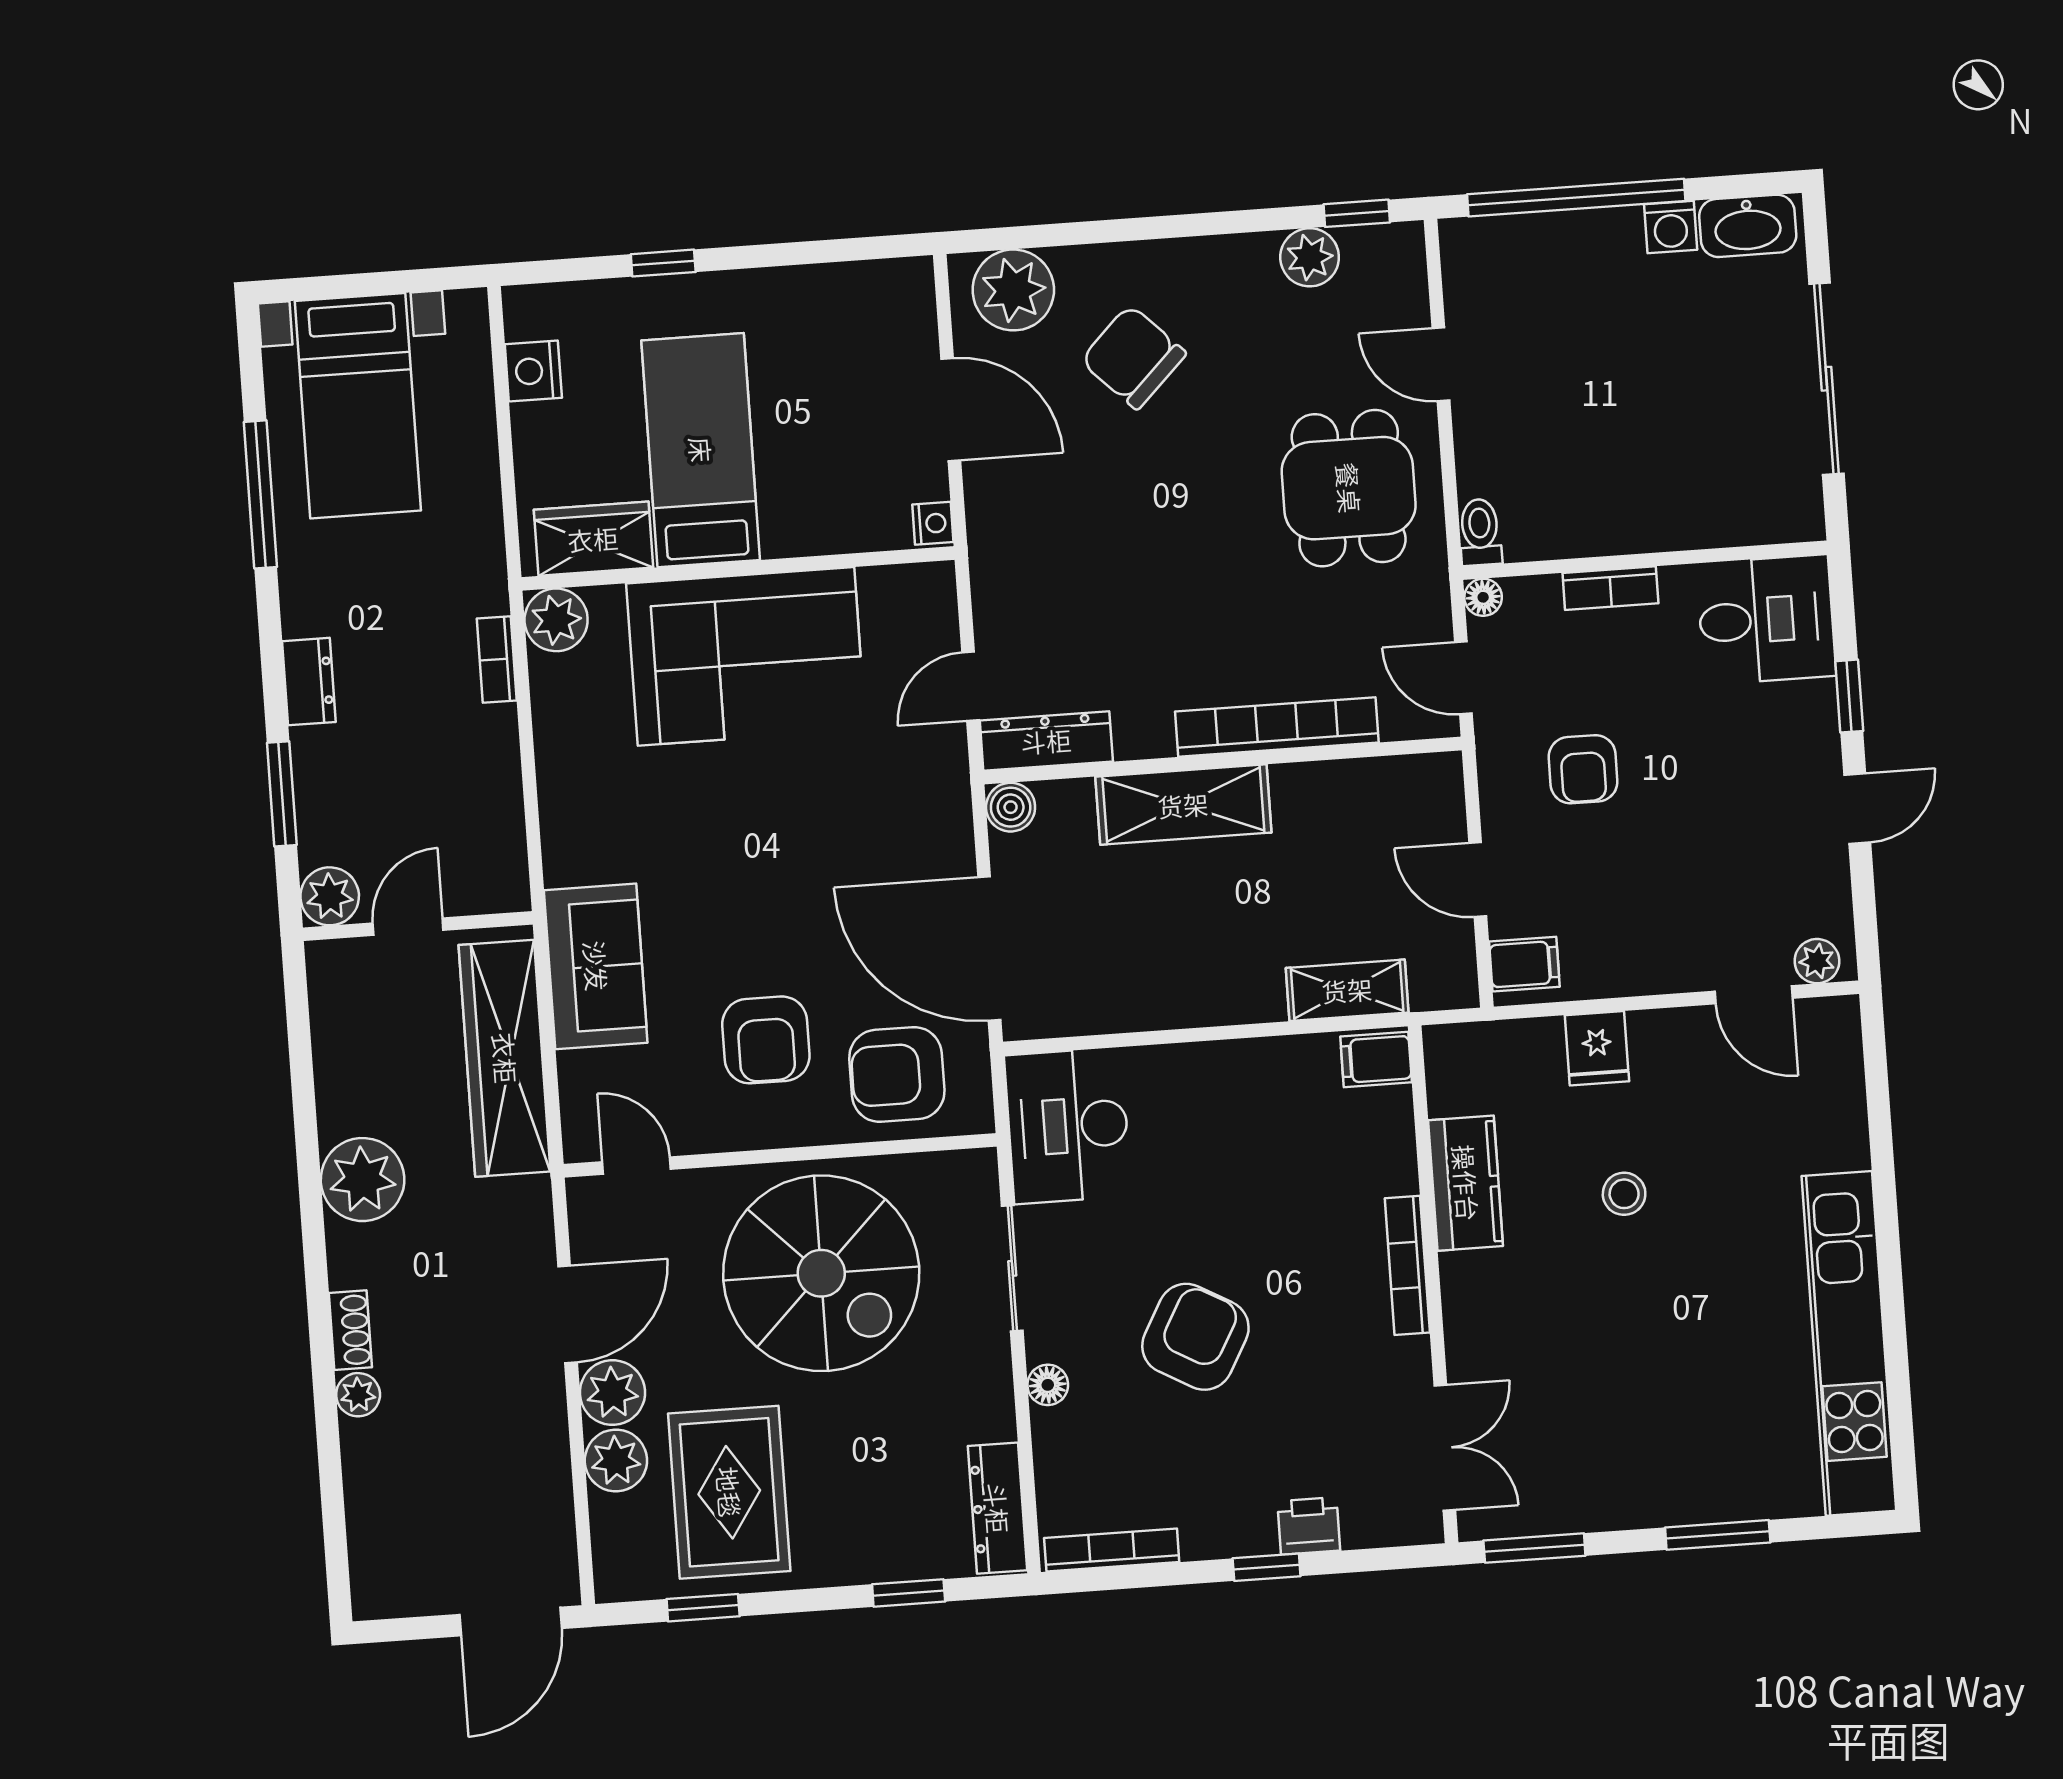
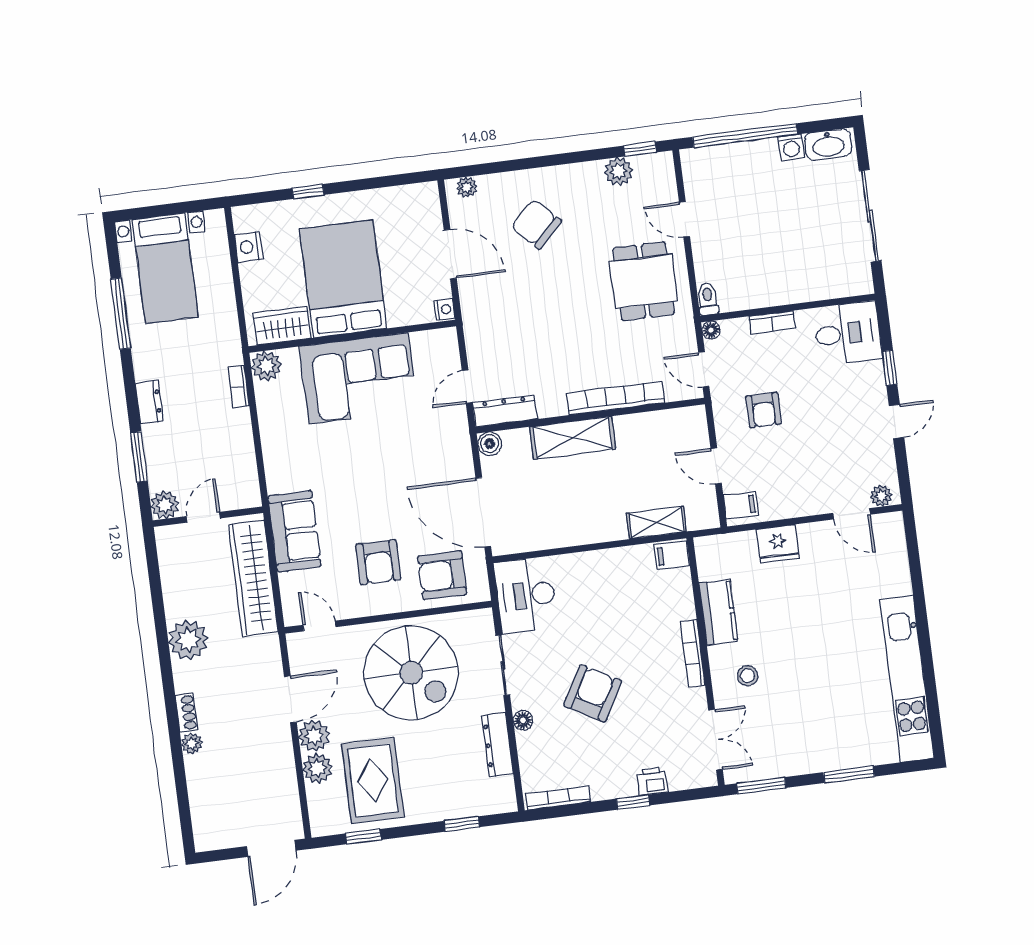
plant: (1013, 290) -> (467, 187), width x0.53, depth x0.53
bed: (701, 450) -> (343, 279), width x1.50
fridge: (1597, 1048) -> (778, 544), width x1.38
stool: (1624, 1194) -> (748, 676), moved
dresser: (997, 1508) -> (497, 745), moved

